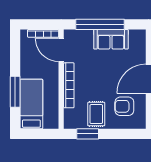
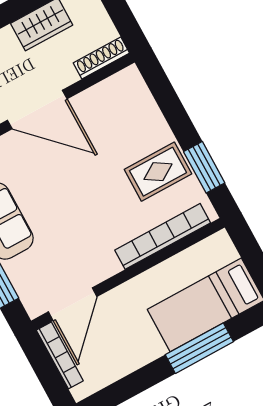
bookcase: (69, 85) -> (163, 236), moved
armchair: (124, 106) -> (114, 126), removed

